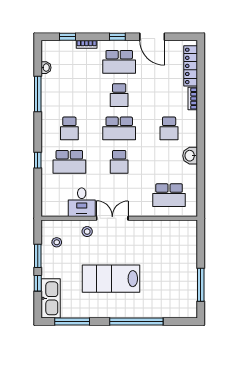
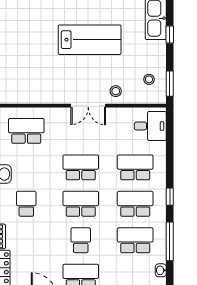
school desk: (69, 95) -> (135, 240), added
school desk: (69, 128) -> (135, 204), width x1.85
window: (38, 160) -> (170, 197), moved
school desk: (119, 162) -> (81, 167), width x1.85
desk: (82, 202) -> (150, 126), moved, turned 90
window: (38, 256) -> (170, 84), moved

